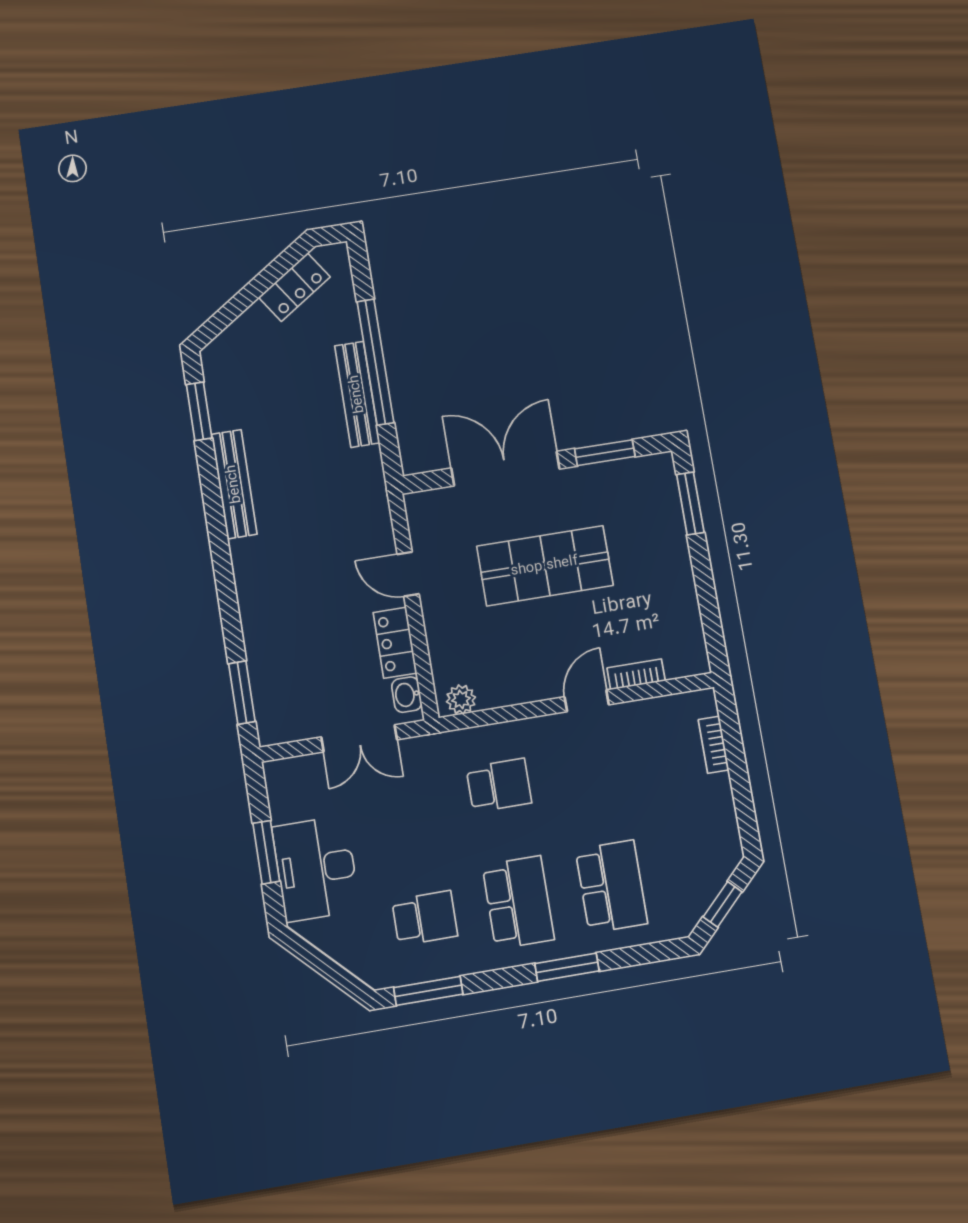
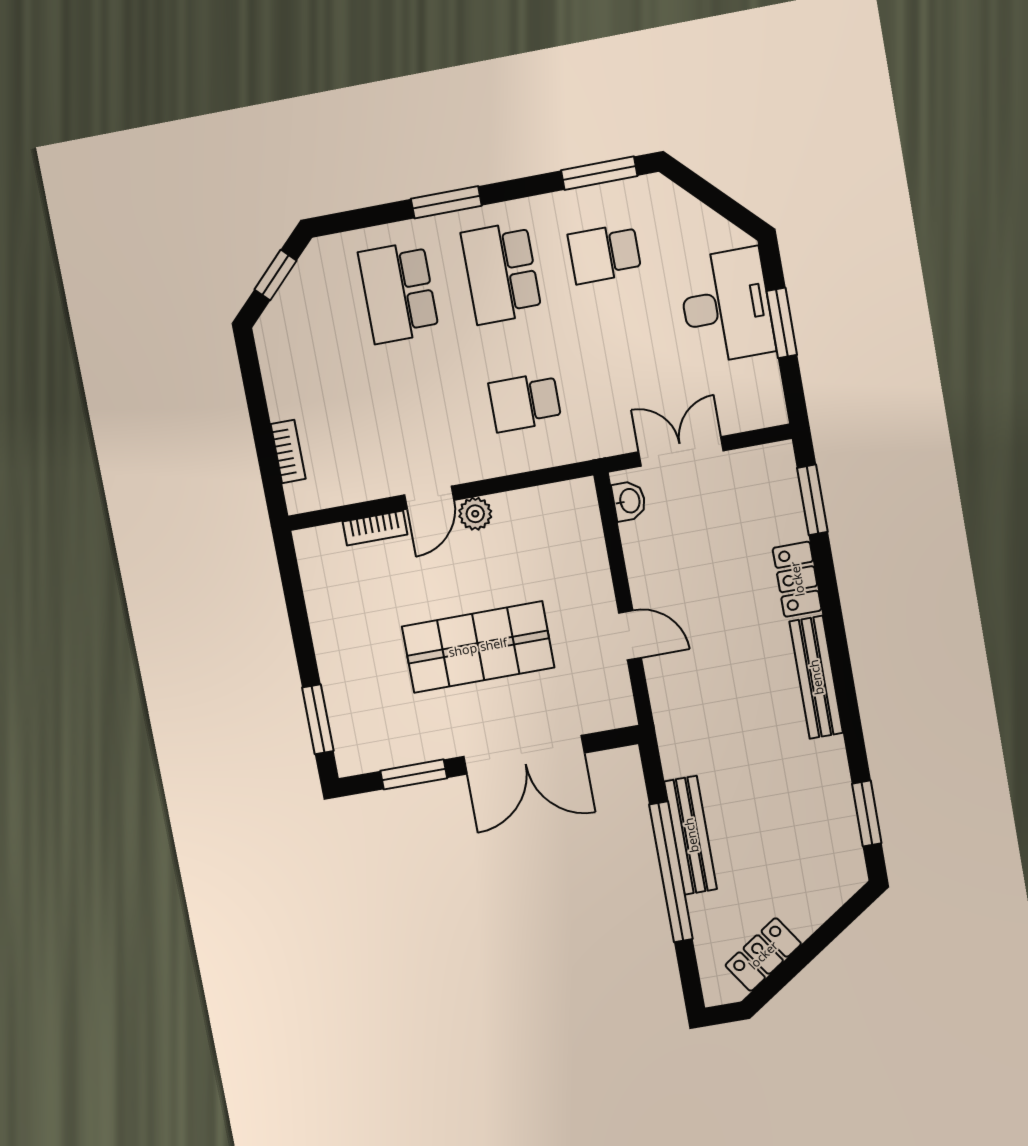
bench: (234, 484) -> (816, 677), moved
locker: (395, 643) -> (797, 579), moved, turned 180
plant: (461, 699) -> (475, 514), moved

